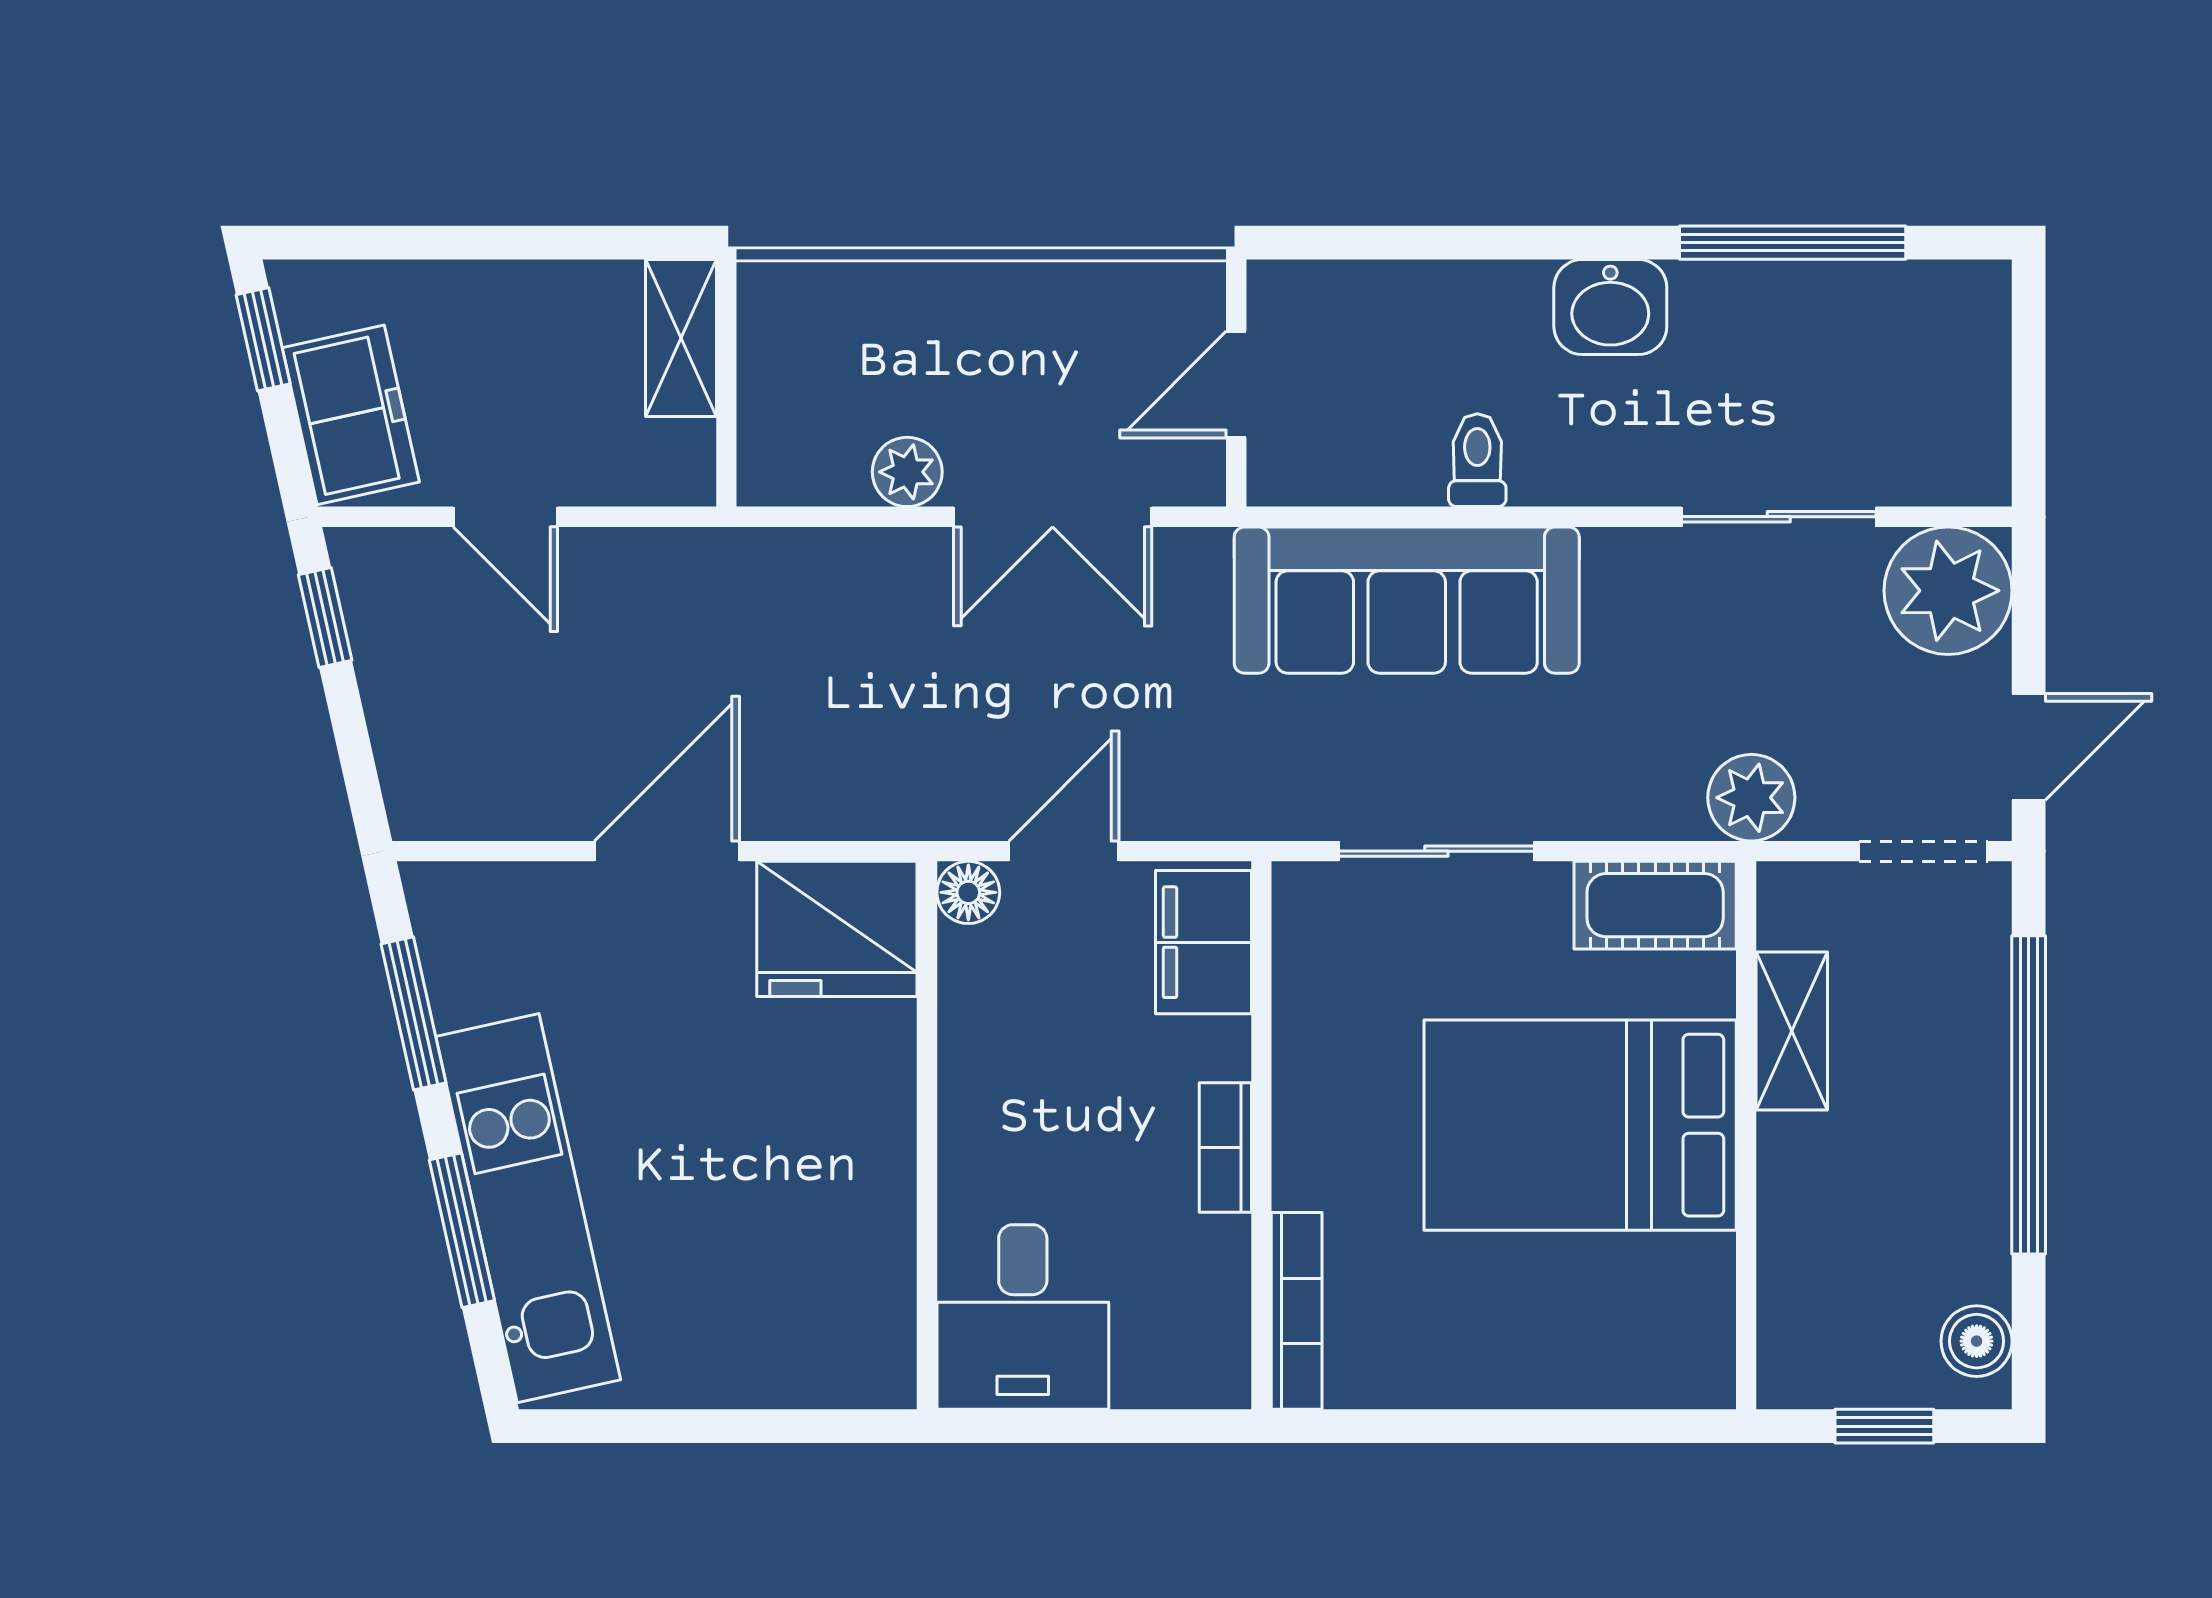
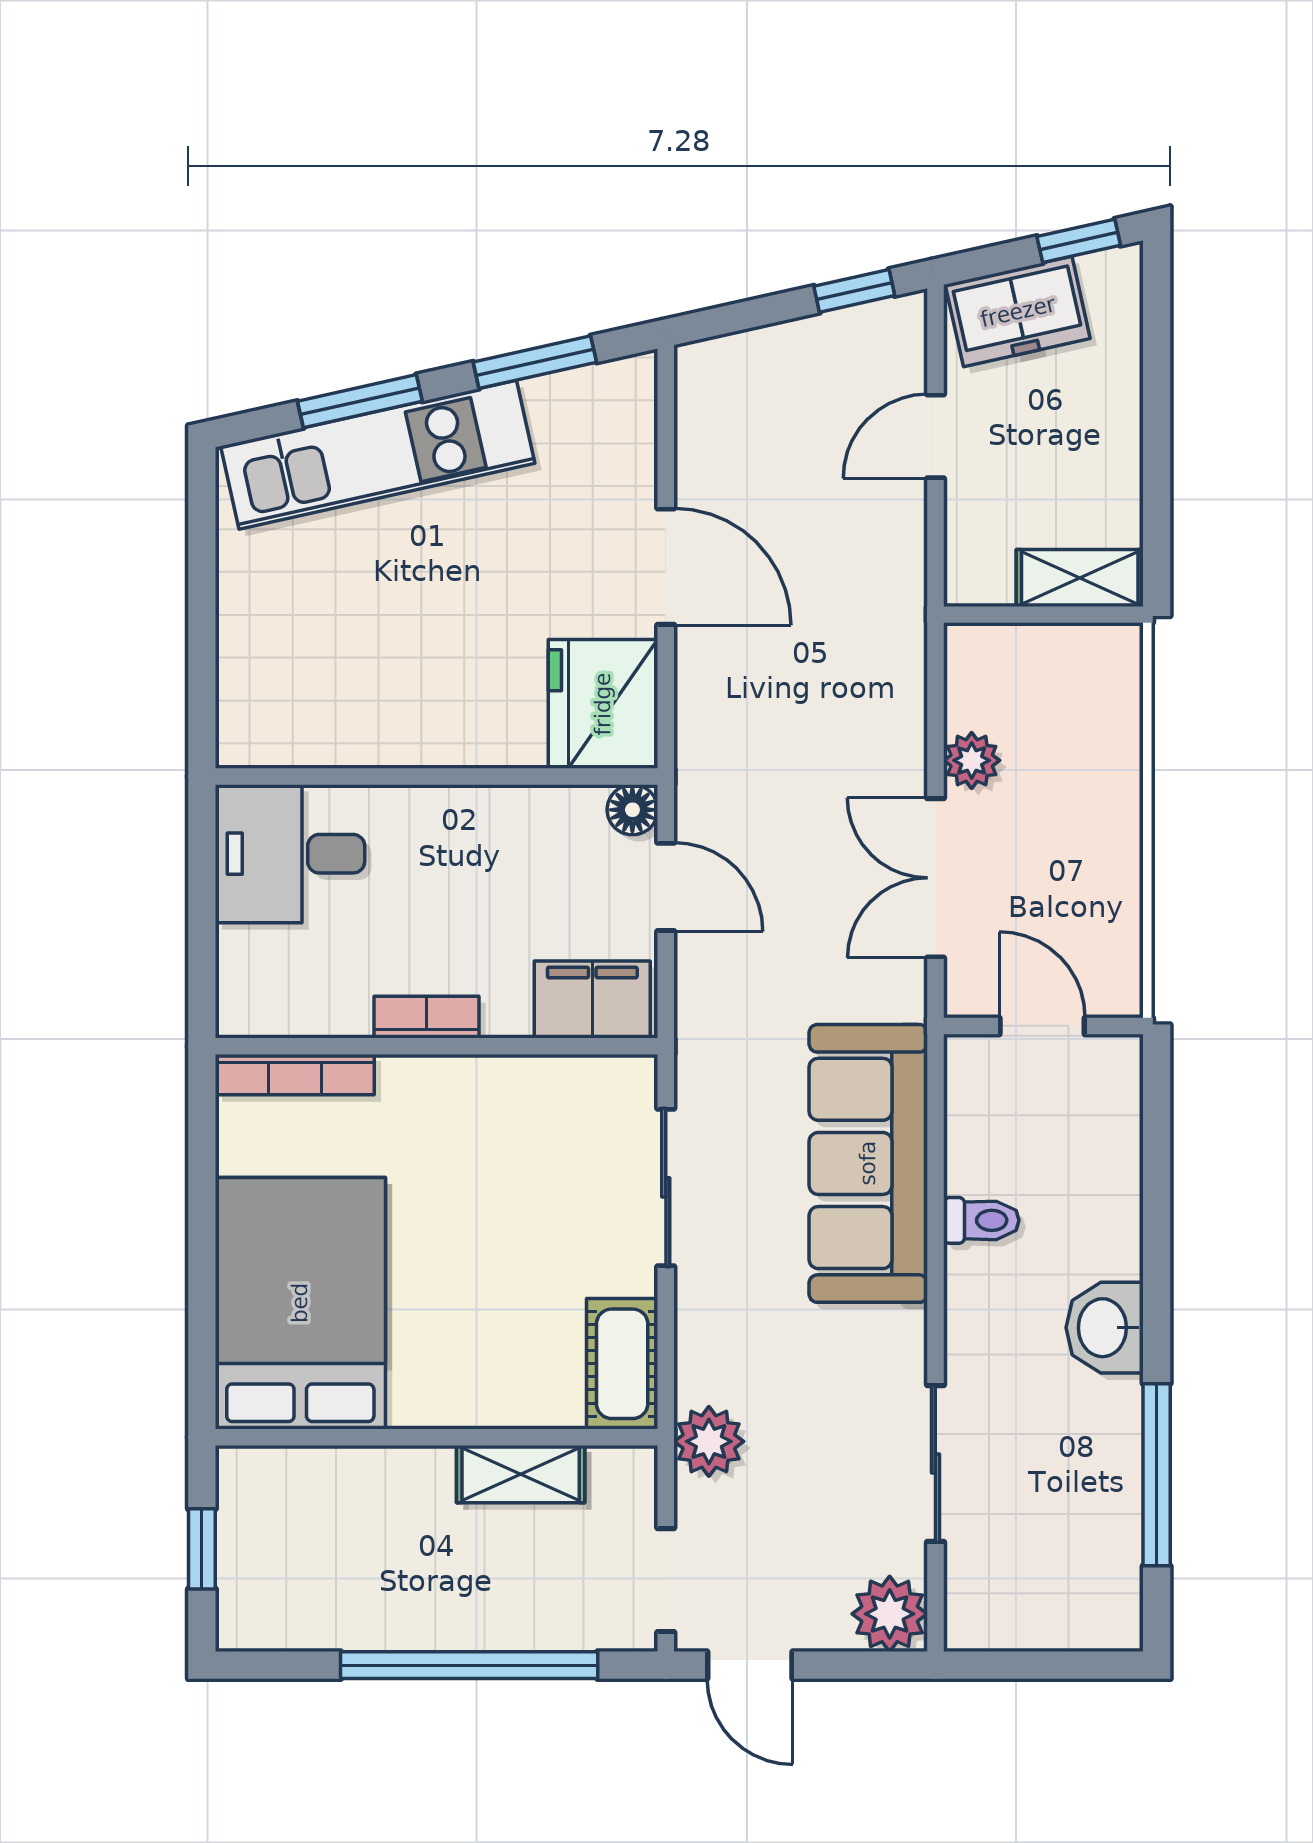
plant: (1948, 591) -> (890, 1614), width x0.73, depth x0.73
bed: (1580, 1125) -> (300, 1303), moved
boiler: (1977, 1341) -> (270, 1623), removed

